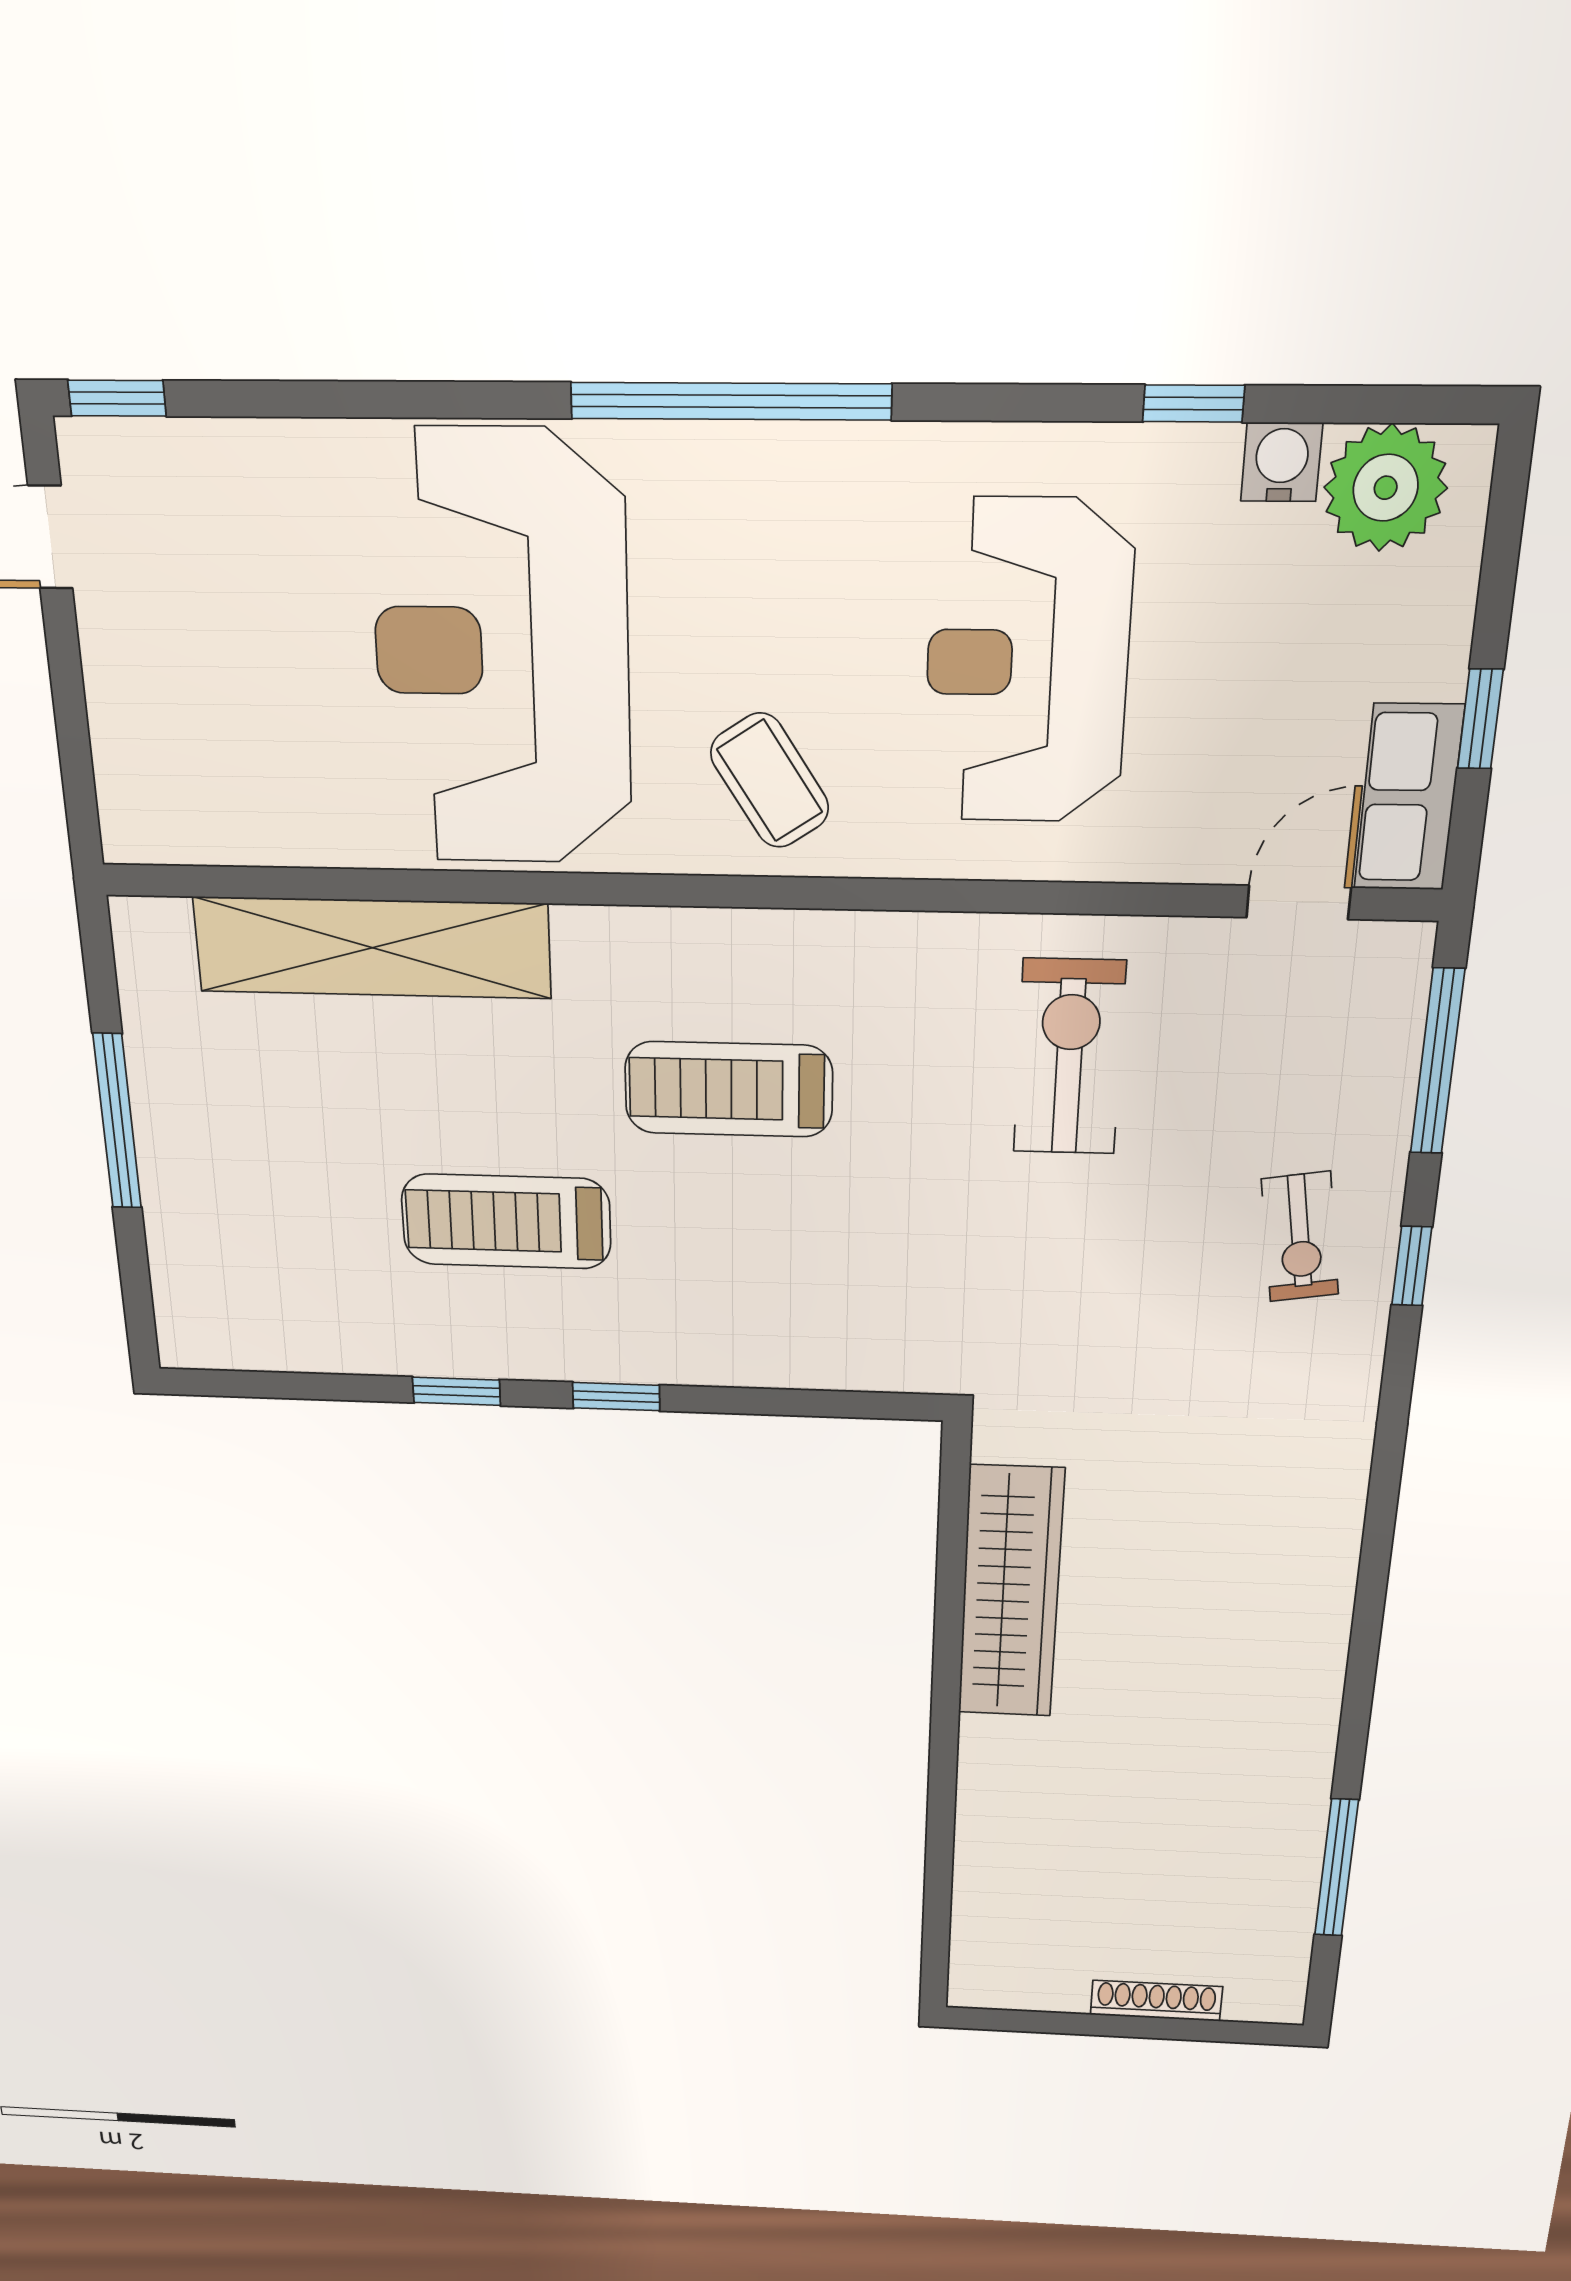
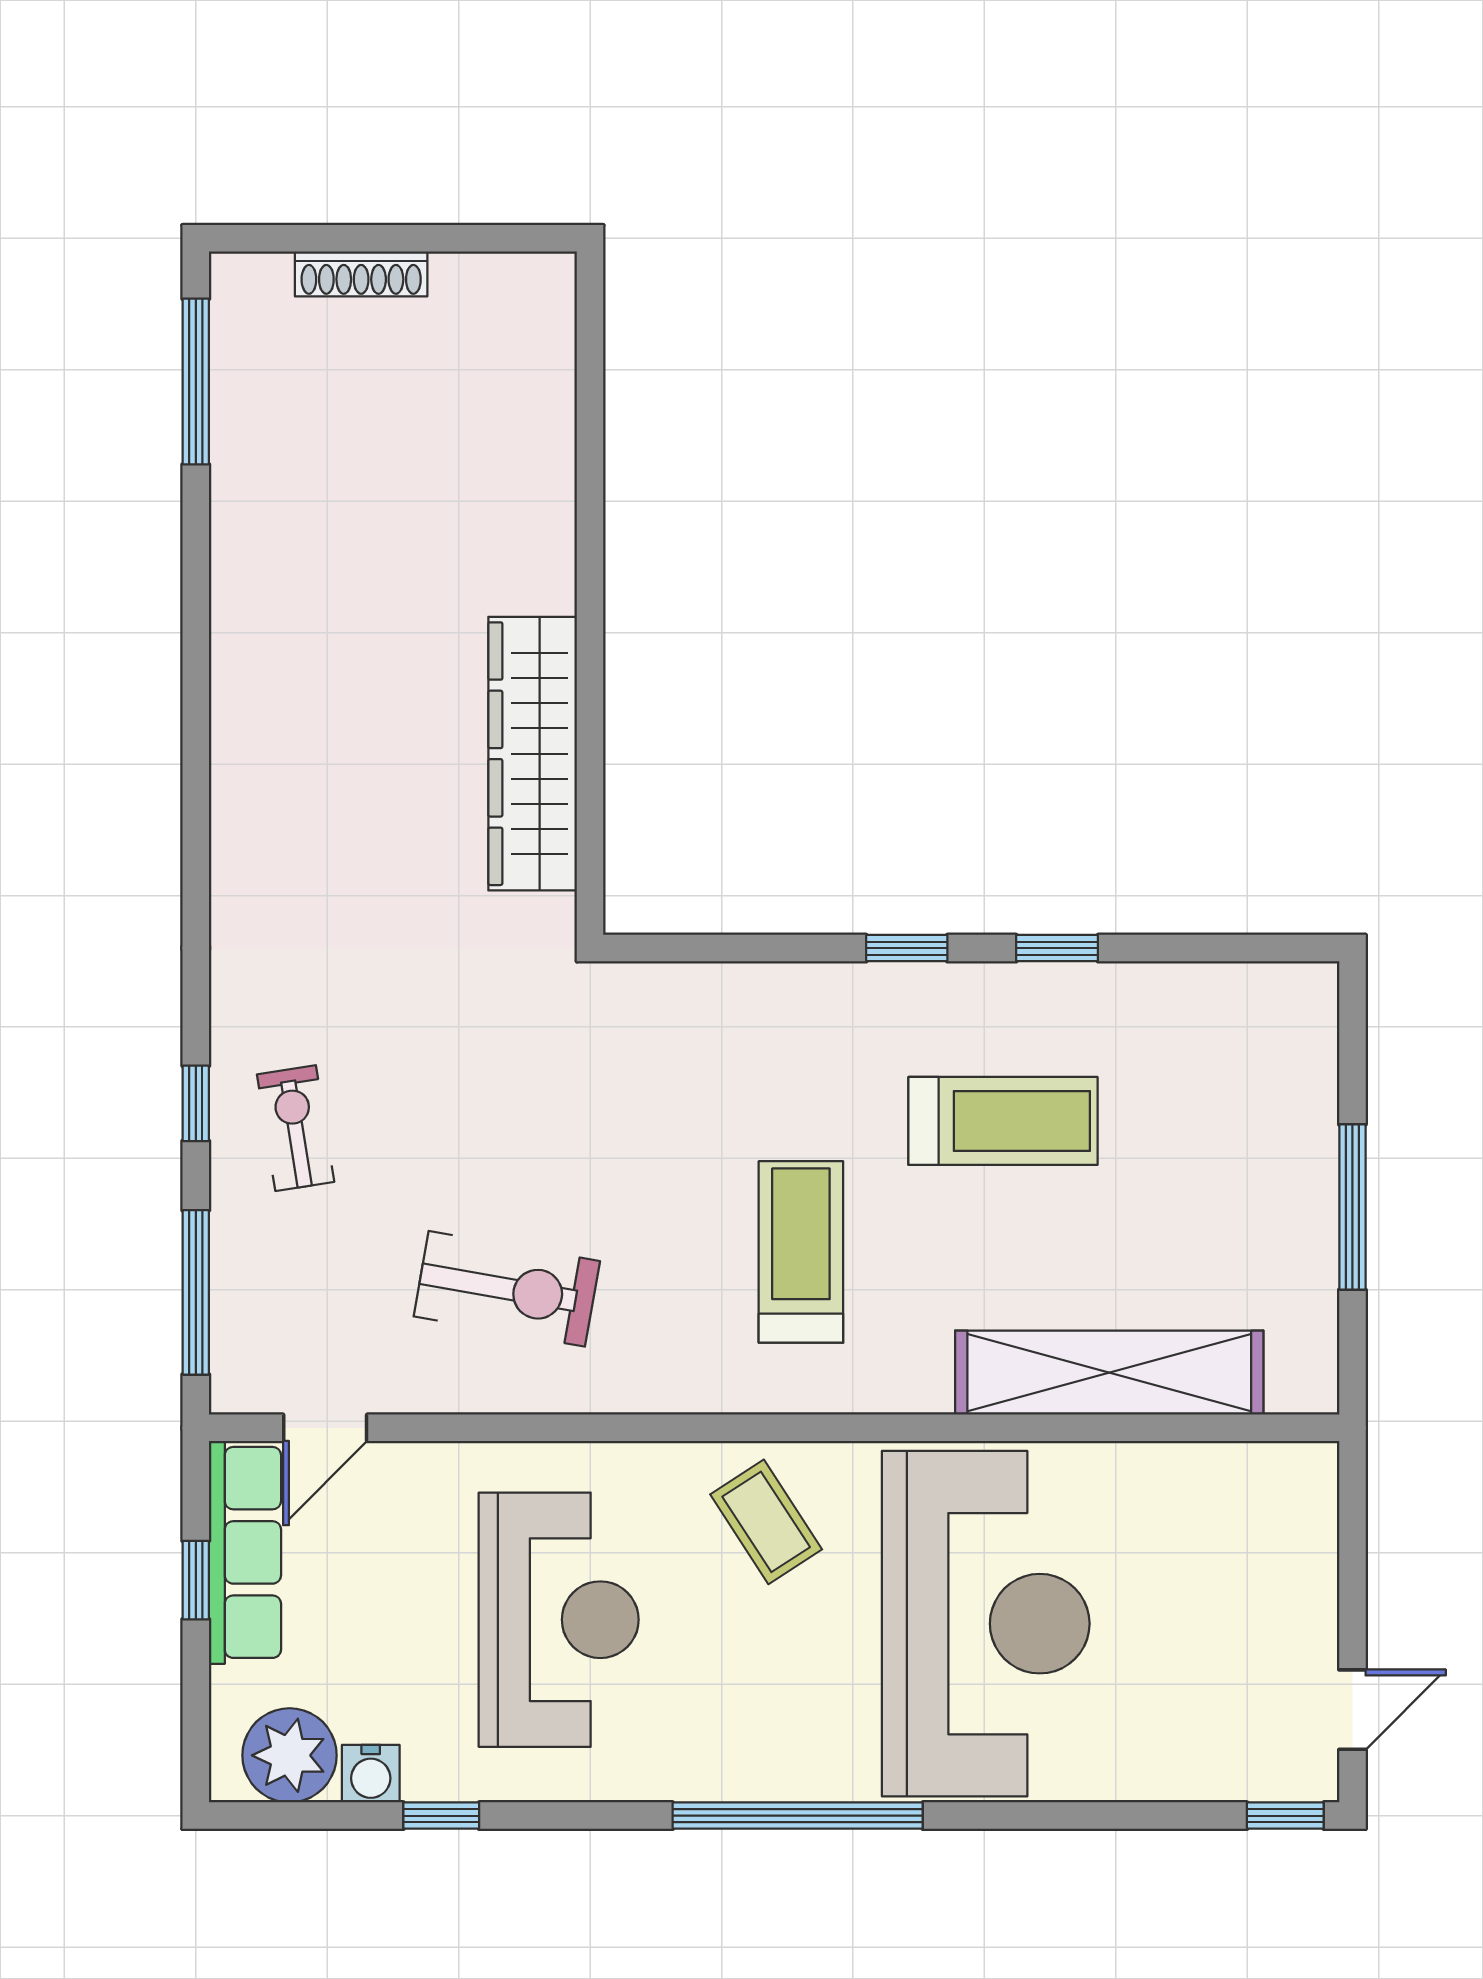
row of seats: (1409, 798) -> (245, 1552), width x1.48
exercise bike: (1069, 1057) -> (507, 1289), turned -80
treadmill: (729, 1089) -> (801, 1252), turned -90
window: (1336, 1868) -> (196, 382), moved

